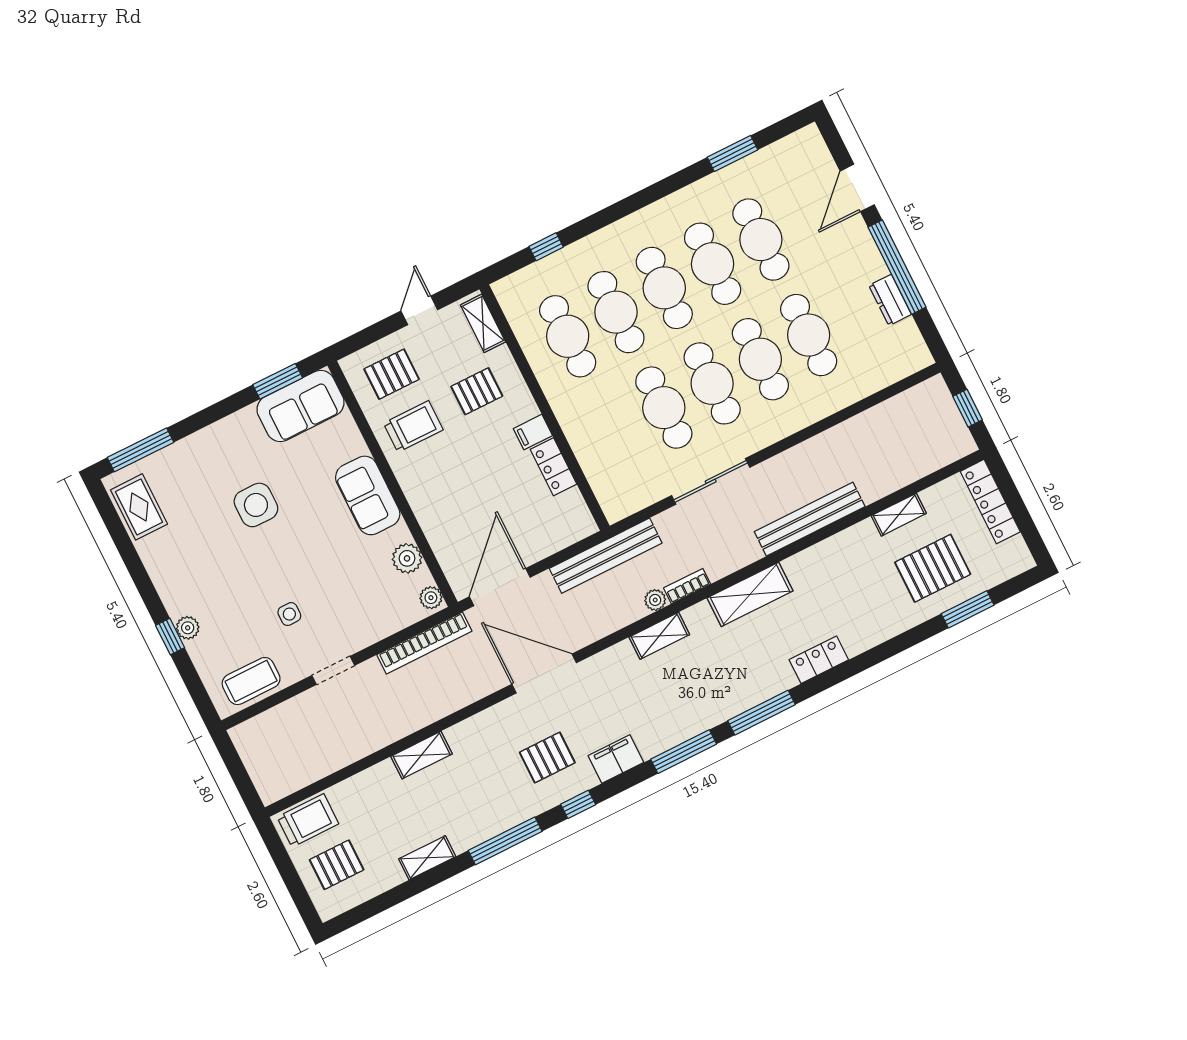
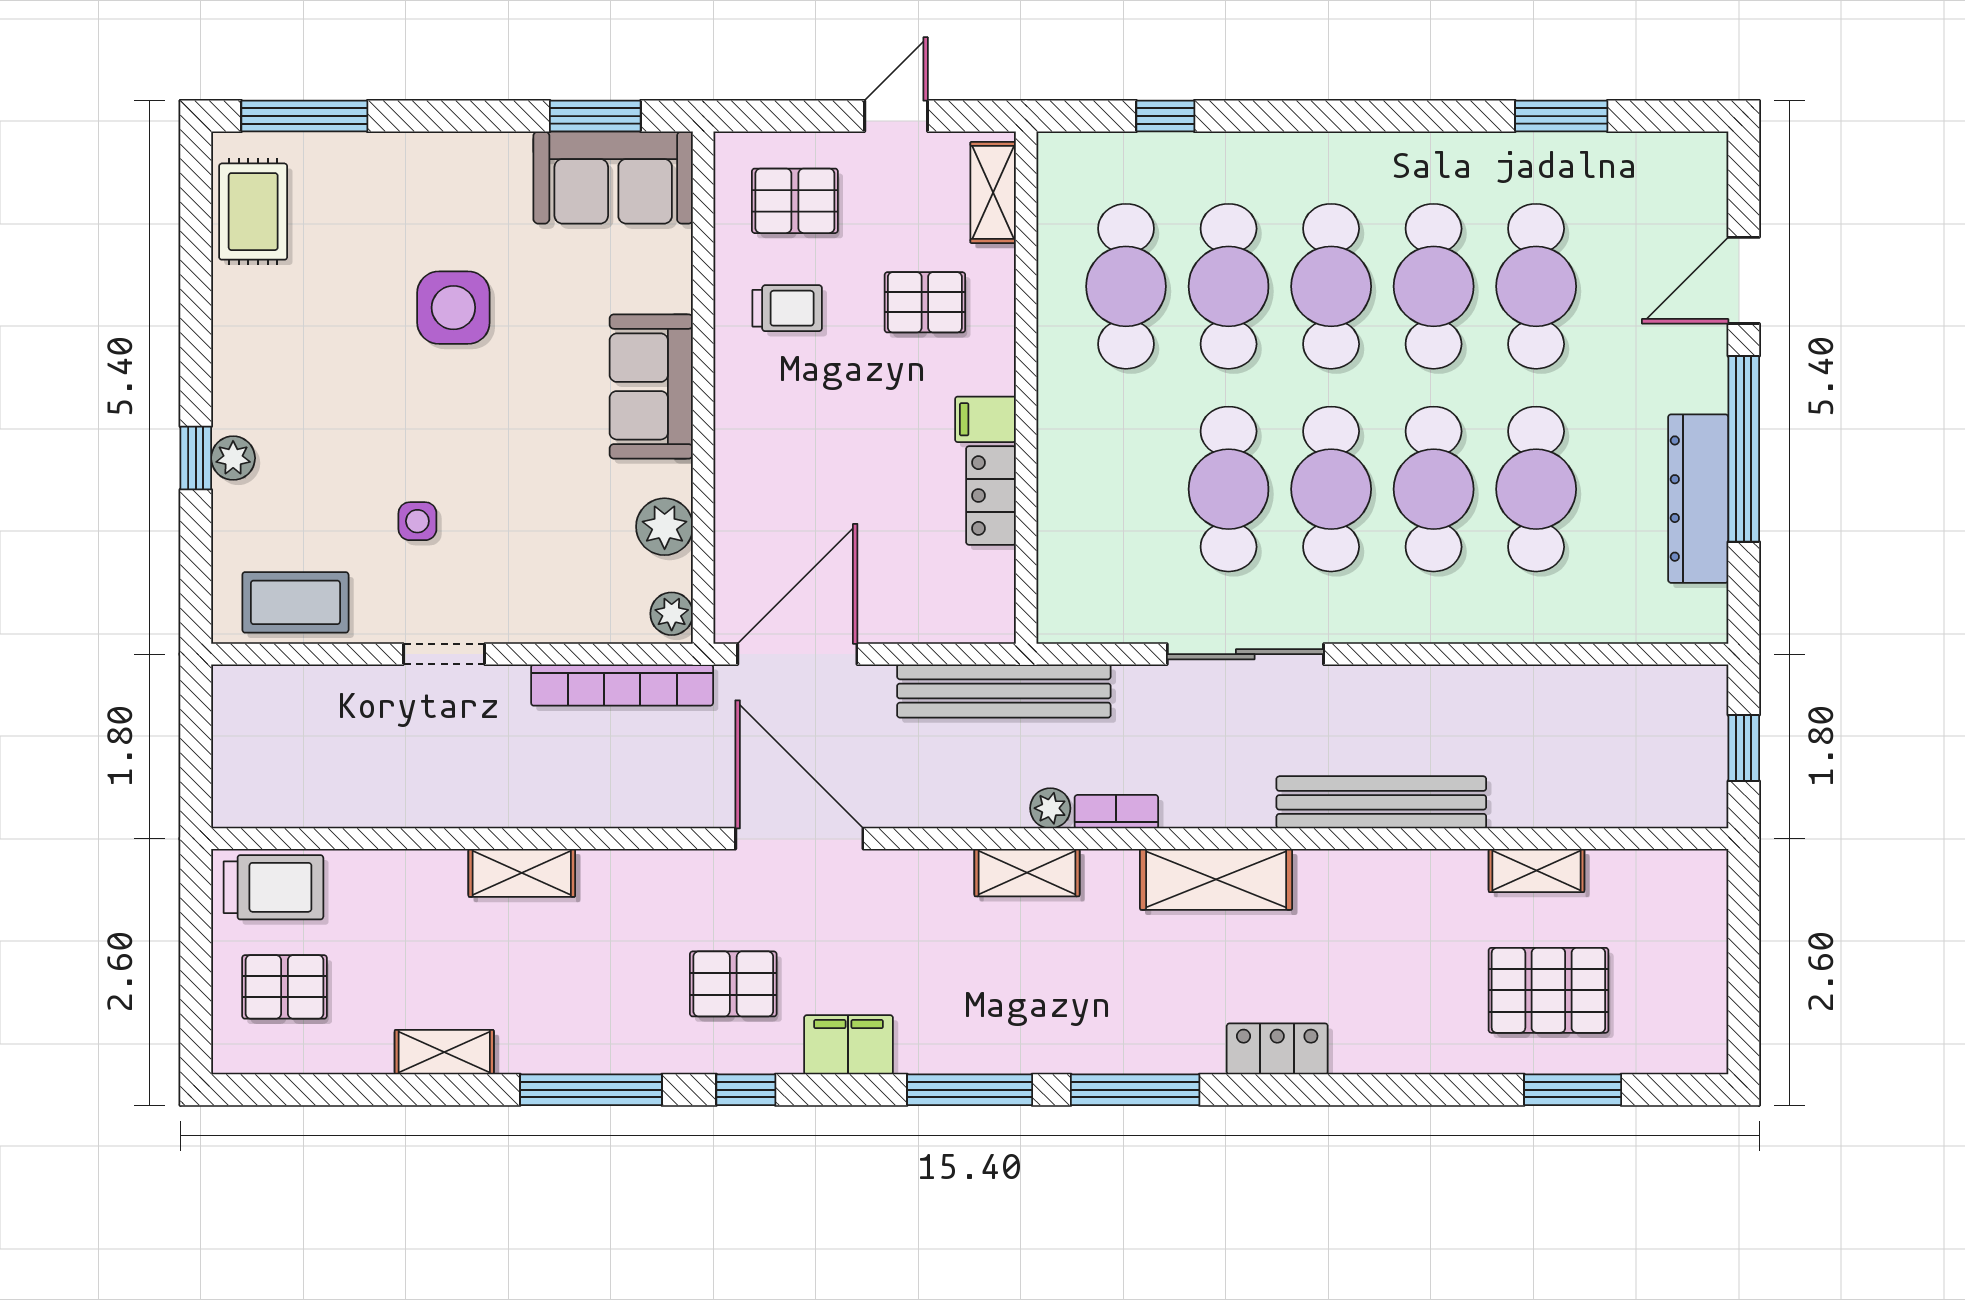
dresser: (890, 300) -> (1698, 499), width x1.96, depth x1.24
trolley: (413, 427) -> (787, 308), width x0.73, depth x0.72
locker: (990, 502) -> (1703, 926), removed

